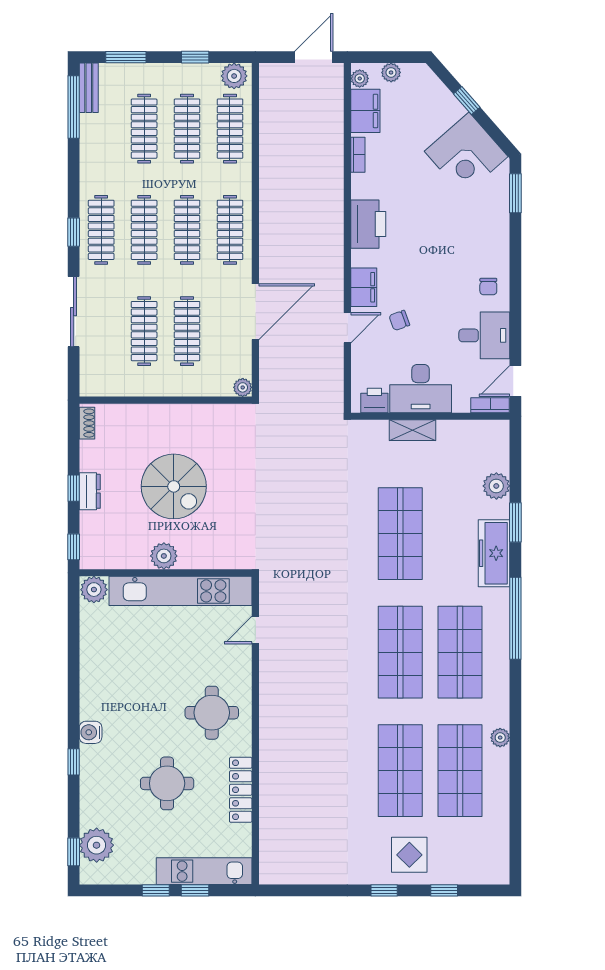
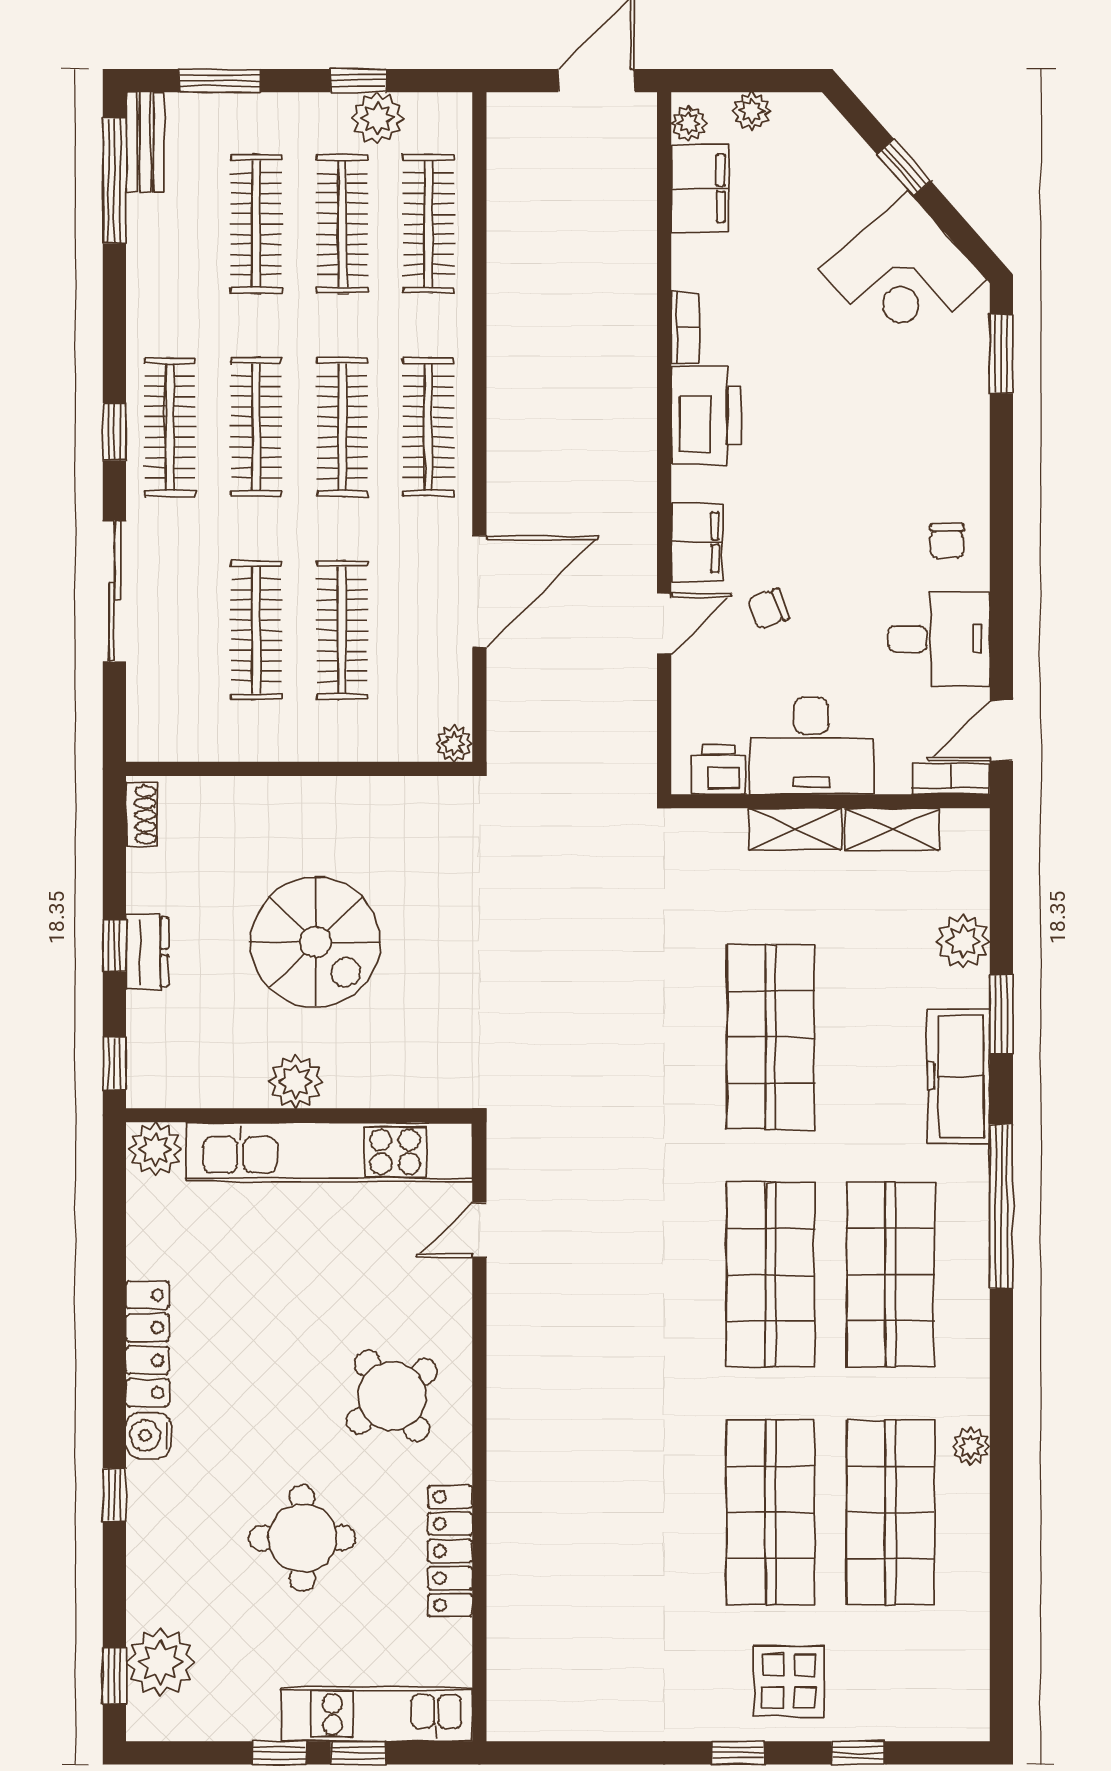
plant: (234, 76) -> (377, 118), moved
bookcase: (358, 155) -> (685, 328), moved
shelving: (461, 430) -> (892, 829), added
locker: (90, 687) -> (148, 1344), added
round table: (212, 713) -> (392, 1396), turned -37

